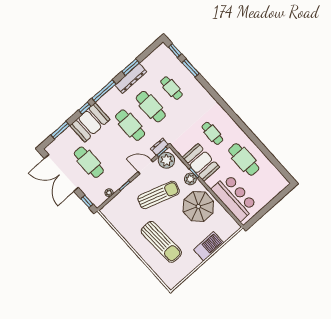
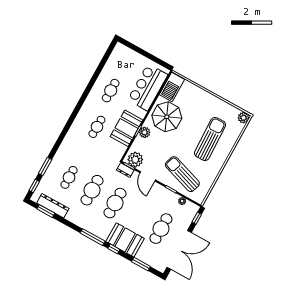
window: (131, 67) -> (46, 211), moved
dresser: (131, 78) -> (53, 206), moved
cafe table: (244, 159) -> (111, 91), width x0.73, depth x0.74
sun lounger: (159, 195) -> (182, 174), moved
barbecue: (209, 246) -> (172, 87), moved, turned -90
plant: (171, 283) -> (244, 118), added

